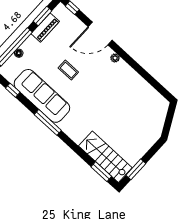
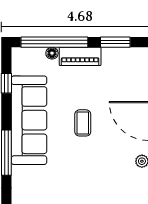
piano: (45, 28) -> (80, 56), moved

